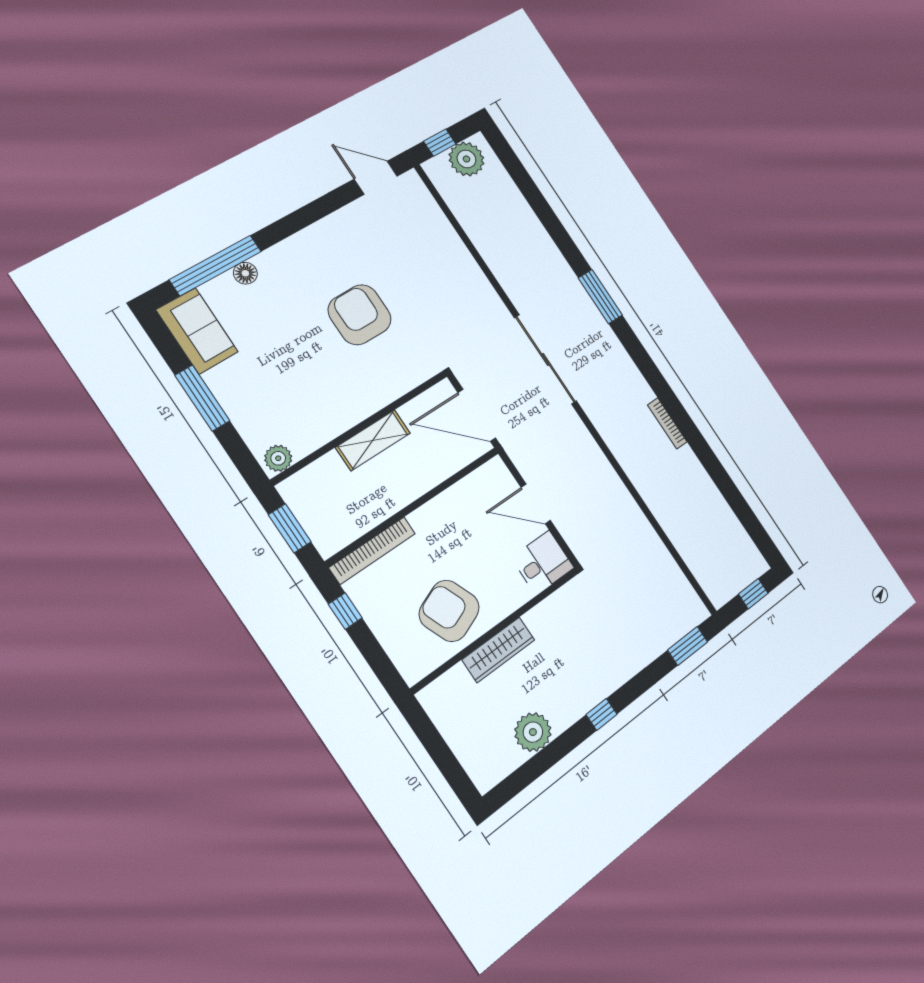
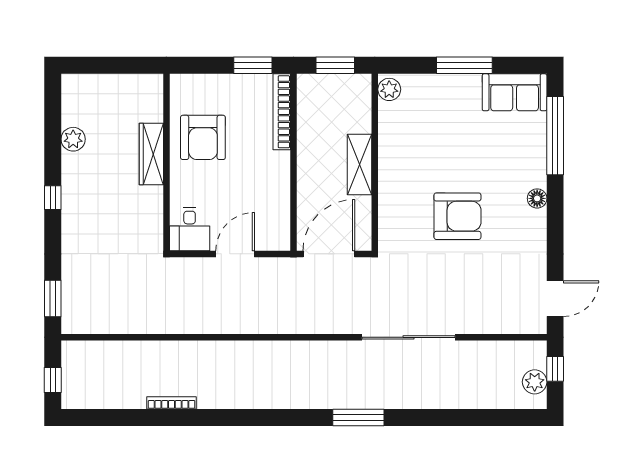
plant: (466, 159) -> (535, 382), width x0.73, depth x0.73
floor lamp: (245, 273) -> (537, 198), moved
sliding door: (545, 359) -> (409, 337), moved
bookcase: (667, 423) -> (172, 403), moved
window: (345, 611) -> (253, 65), width x1.50
armchair: (449, 611) -> (203, 137), turned 112
plant: (533, 732) -> (73, 139), width x0.73, depth x0.73

